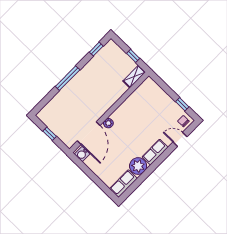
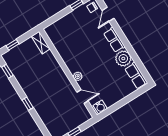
window: (133, 56) -> (13, 45), moved
window: (68, 78) -> (28, 104), width x0.46
door: (89, 133) -> (83, 97), width x0.53

